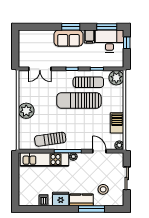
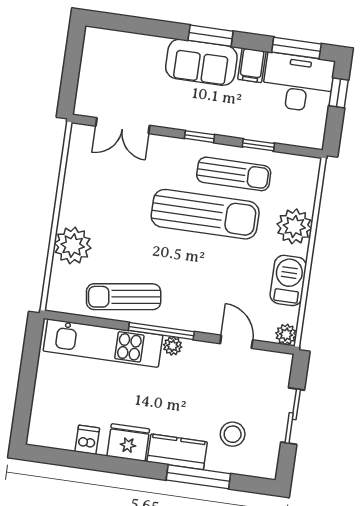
plant: (116, 78) -> (294, 226), moved
sun lounger: (79, 100) -> (205, 214), turned 180
plant: (26, 111) -> (73, 246), moved

